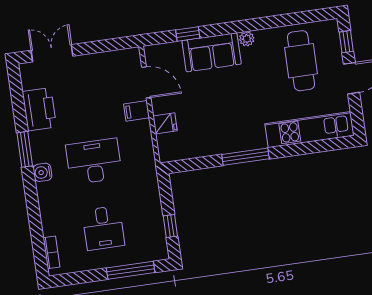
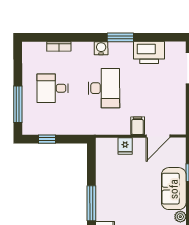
bookcase: (51, 252) -> (59, 46), moved

